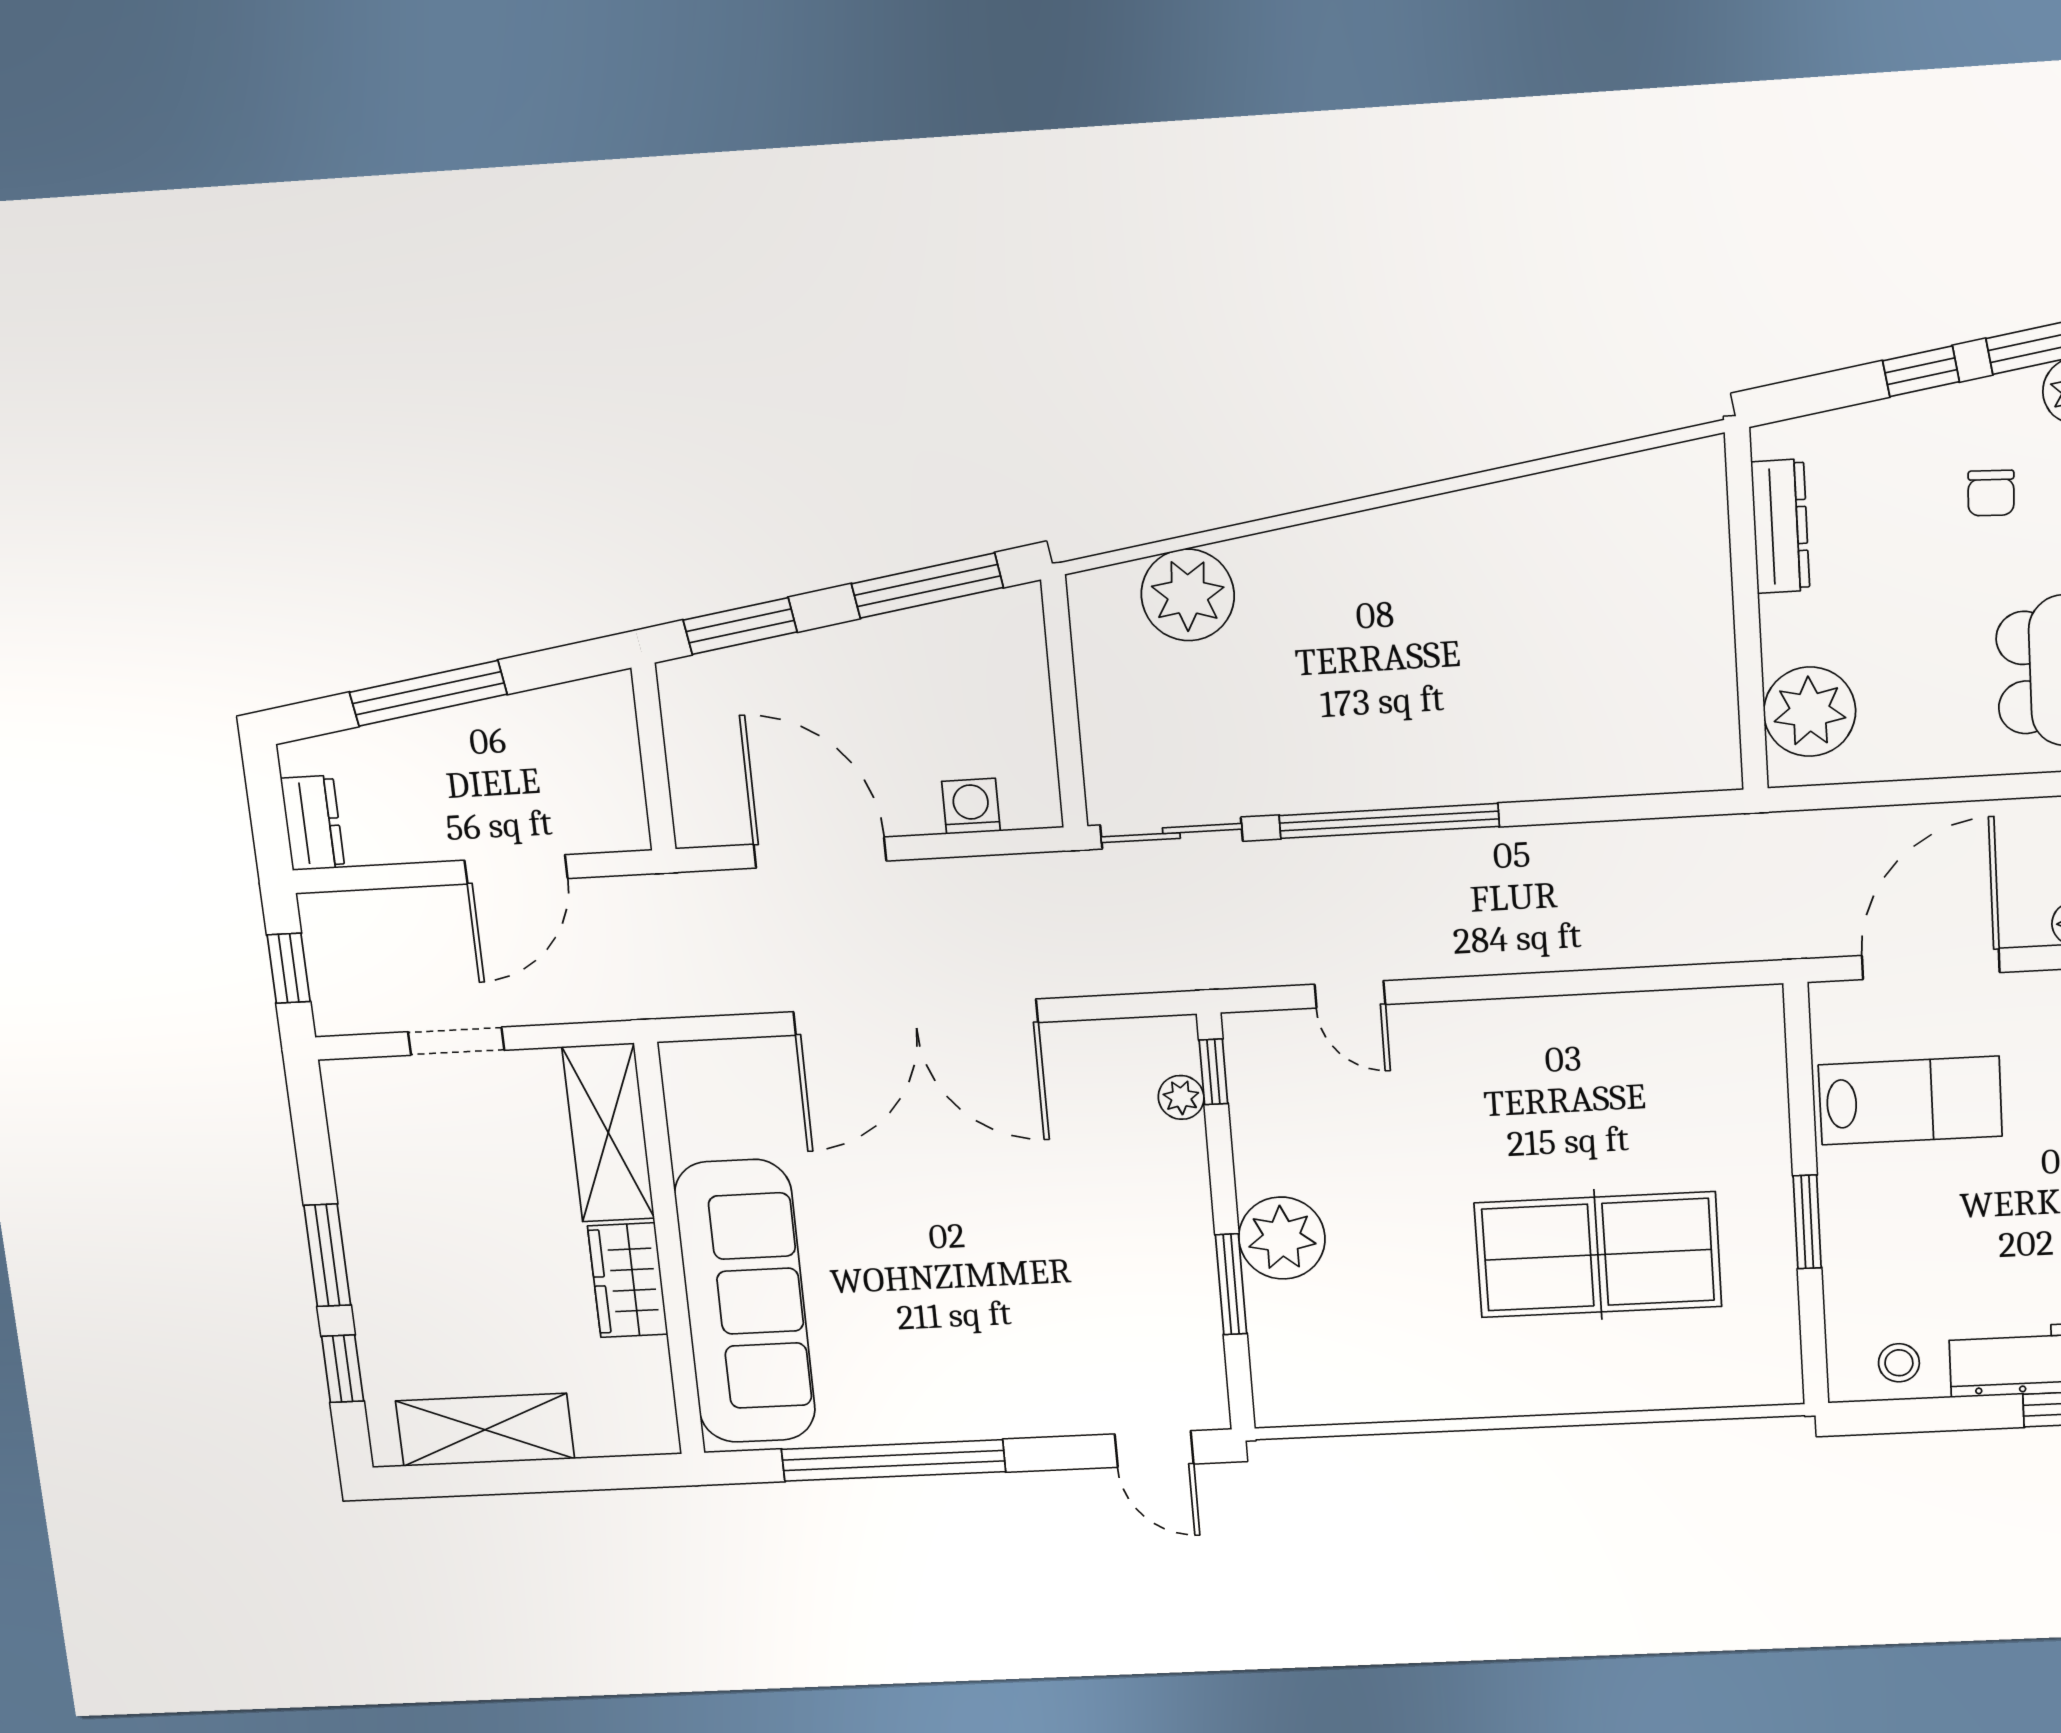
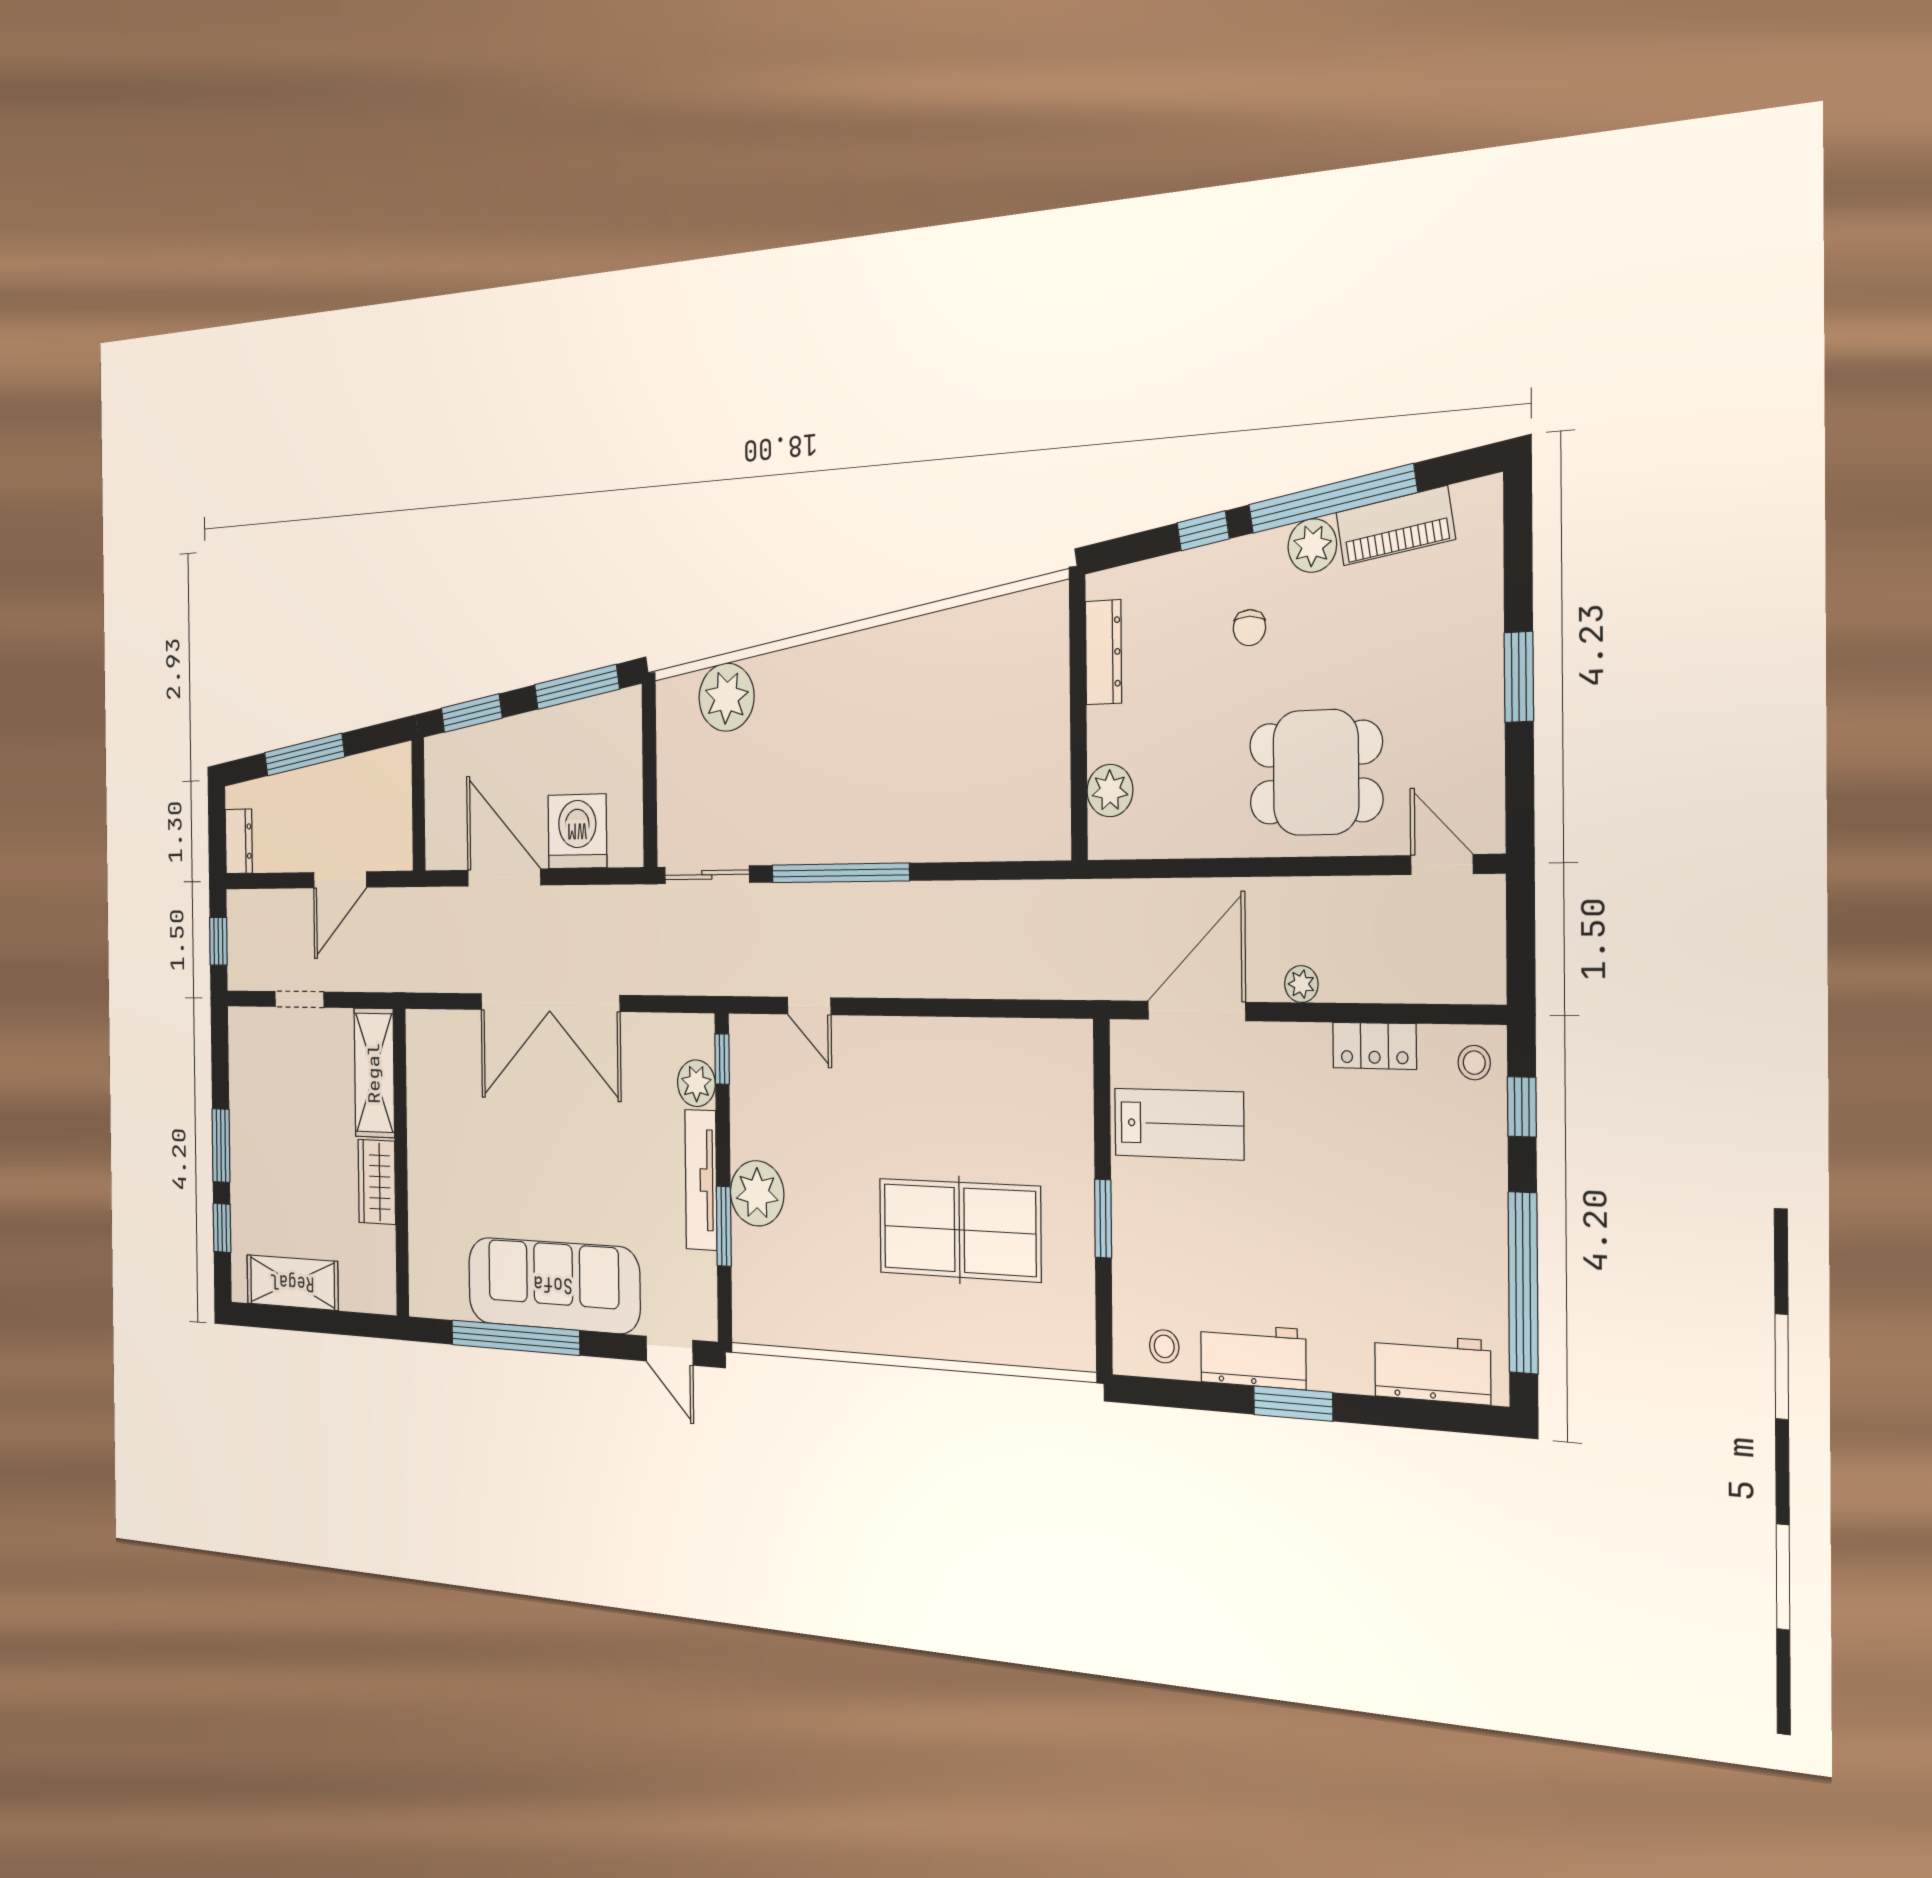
plant: (1810, 712) -> (1110, 791), width x0.73, depth x0.73
washing machine: (971, 806) -> (577, 831), width x1.89, depth x1.89
plant: (1181, 1097) -> (696, 1083), width x1.38, depth x1.38
tv unit: (1190, 1229) -> (701, 1180), added
sofa: (745, 1302) -> (553, 1285), moved, turned -90

